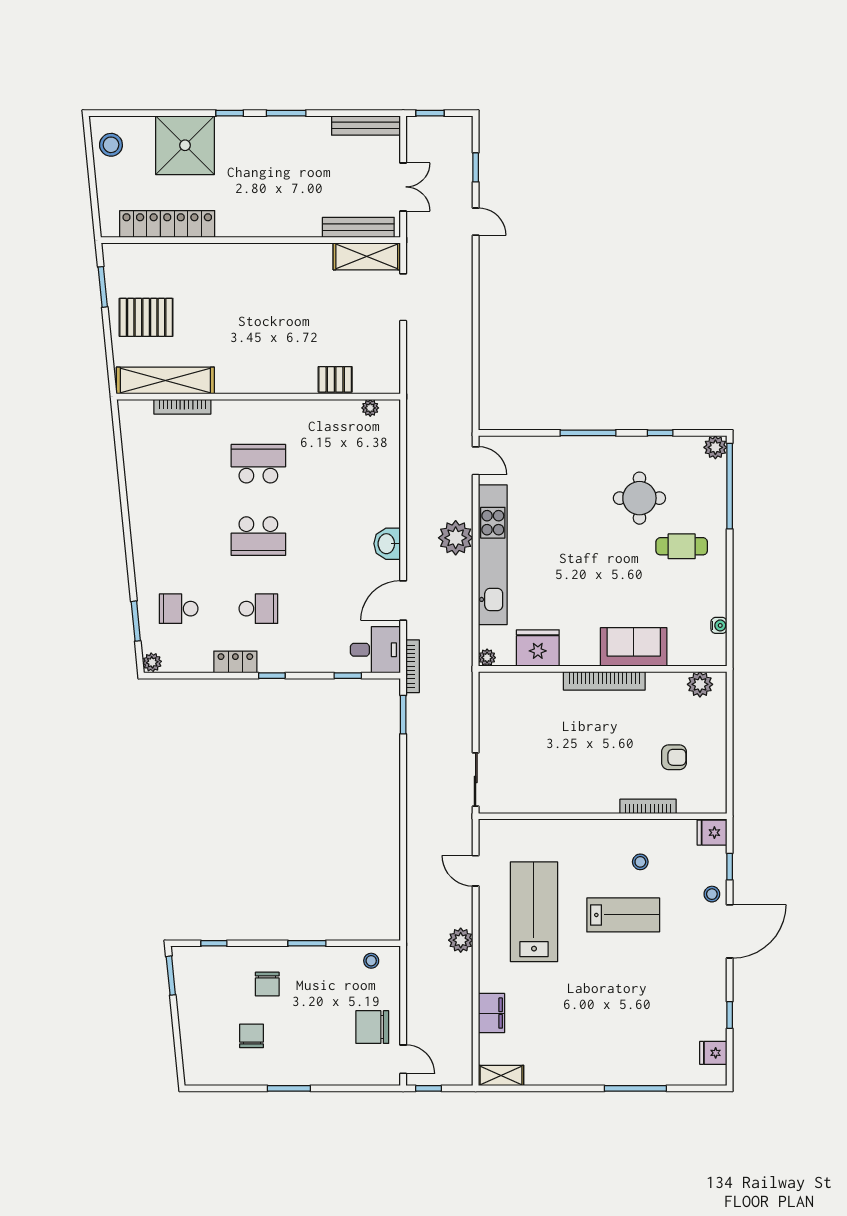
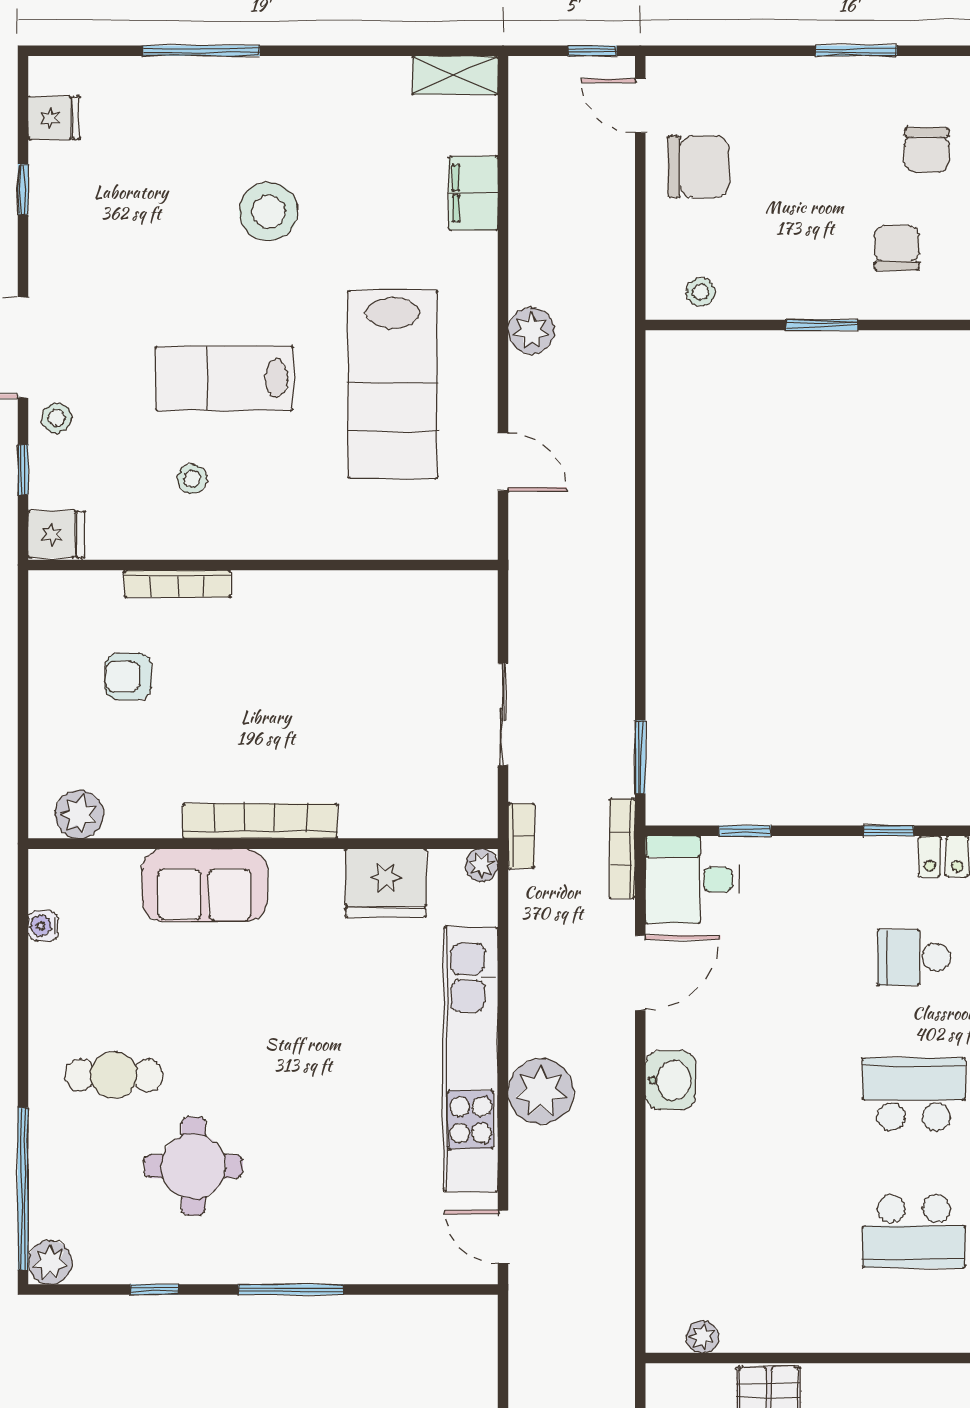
bookcase: (466, 673) -> (521, 836), added
sliding door: (476, 779) -> (503, 714), moved
stool: (600, 1003) -> (268, 212), added

